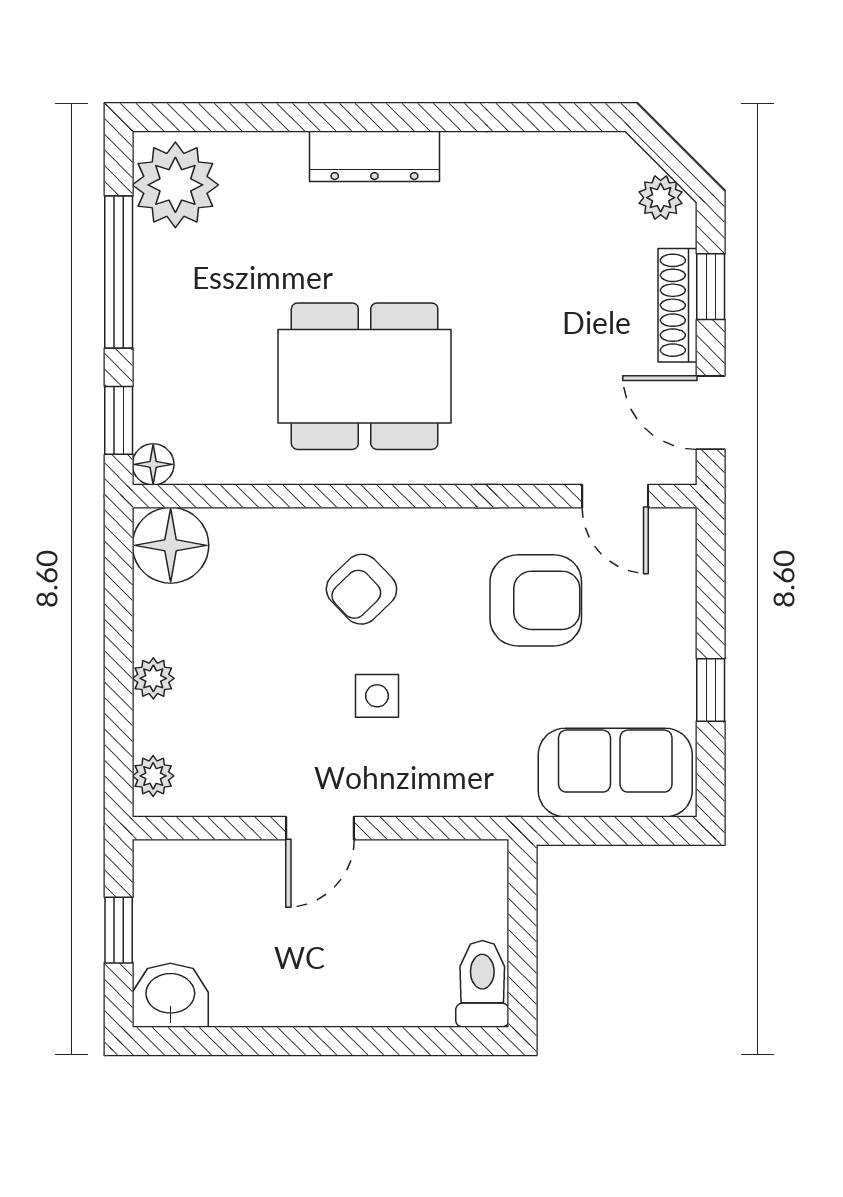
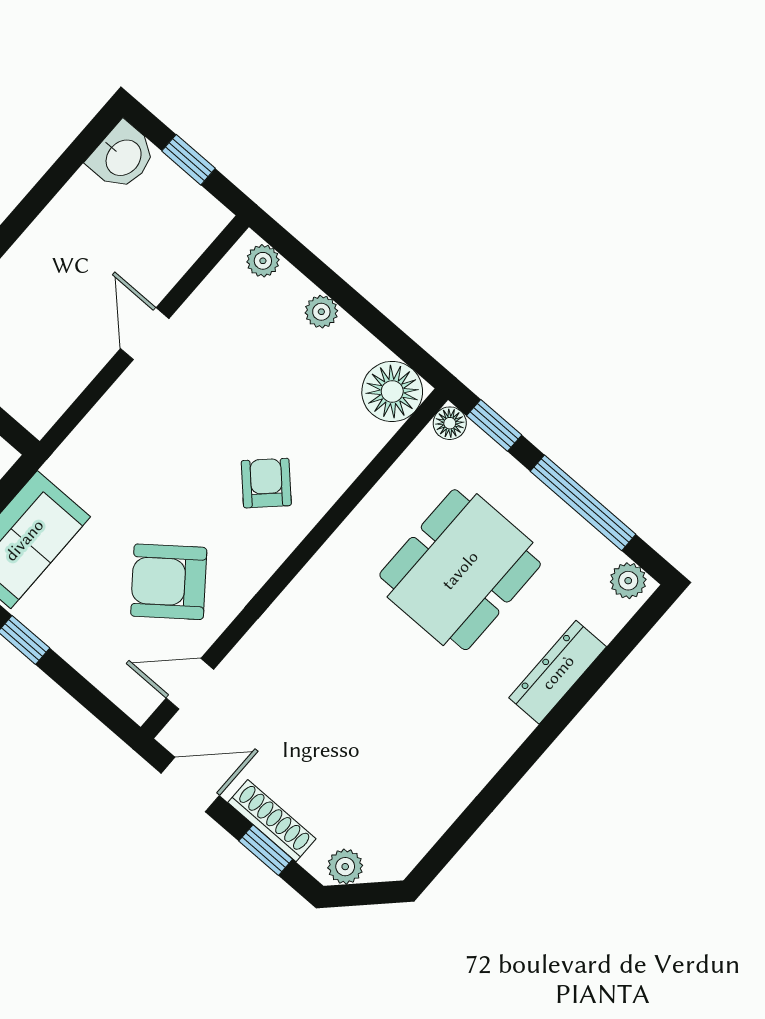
dresser: (374, 156) -> (558, 672), moved
plant: (175, 185) -> (628, 581), width x0.53, depth x0.53
dining table: (365, 376) -> (460, 570), moved
armchair: (536, 600) -> (169, 582), turned 52
side table: (377, 696) -> (194, 437), removed

